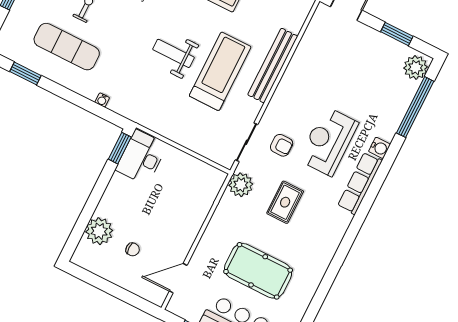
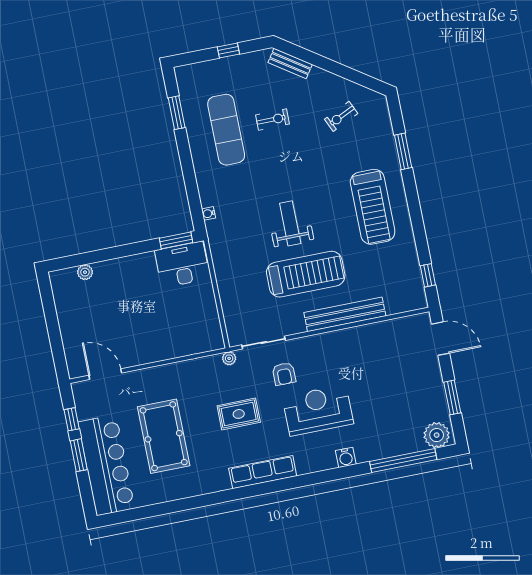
water cooler: (102, 100) -> (208, 213), moved
row of seats: (360, 183) -> (263, 472), moved
plant: (241, 185) -> (229, 358), width x0.53, depth x0.53
plant: (99, 231) -> (85, 272), width x0.53, depth x0.53
chair: (133, 249) -> (100, 317), removed

